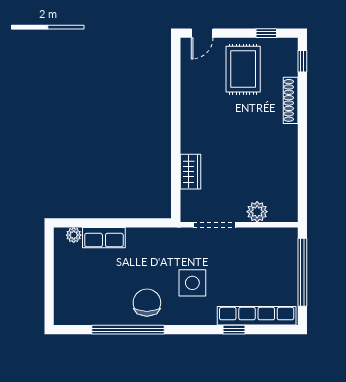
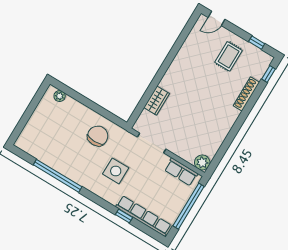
rug: (243, 69) -> (229, 56), width x0.73, depth x0.70
plant: (257, 212) -> (202, 162), moved
row of seats: (104, 238) -> (181, 172), moved
chair: (147, 303) -> (98, 136), moved

